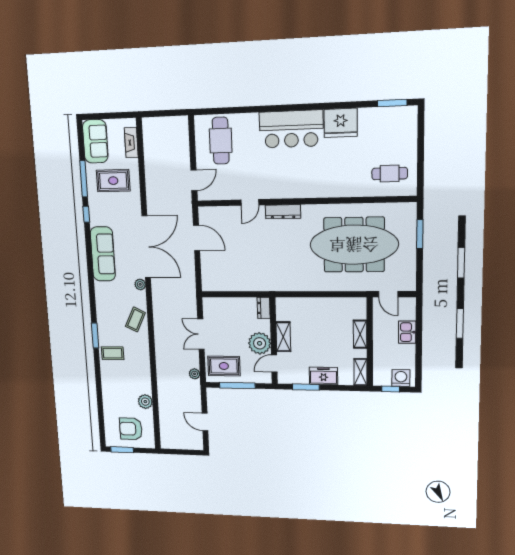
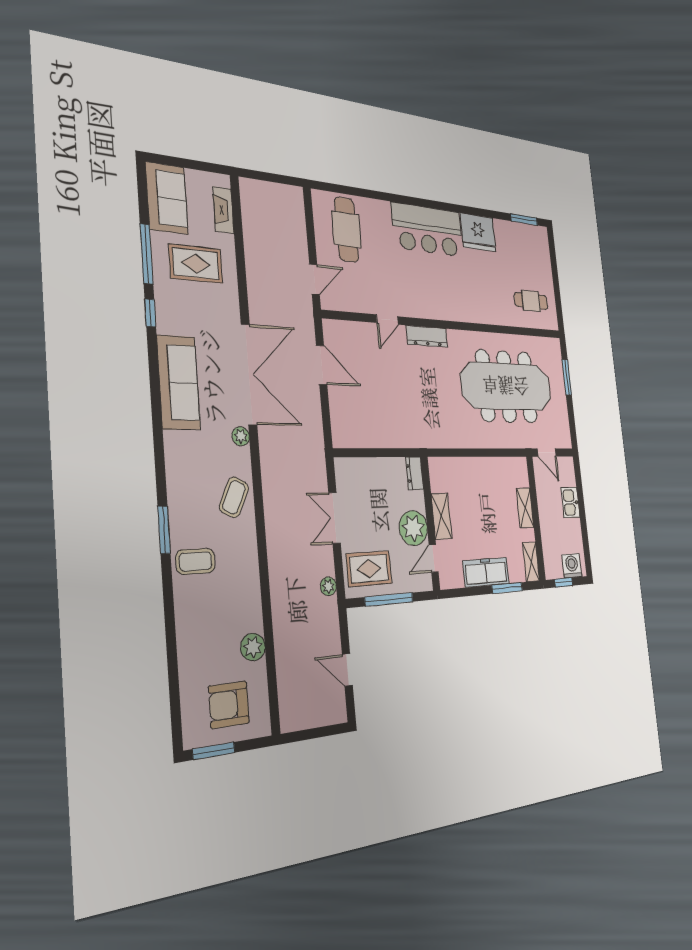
freezer: (323, 376) -> (486, 572), width x1.40
window: (306, 387) -> (507, 588), moved

